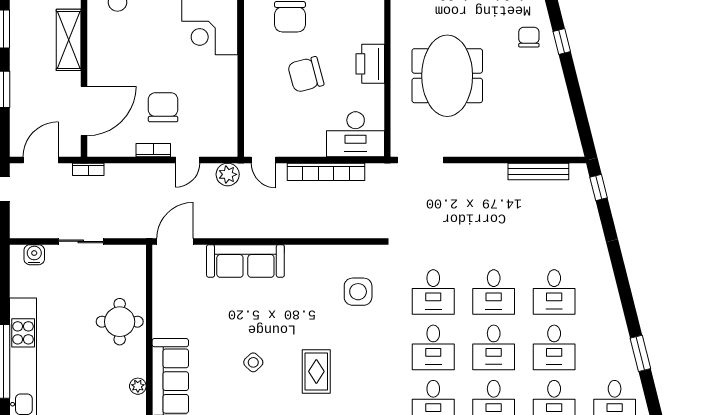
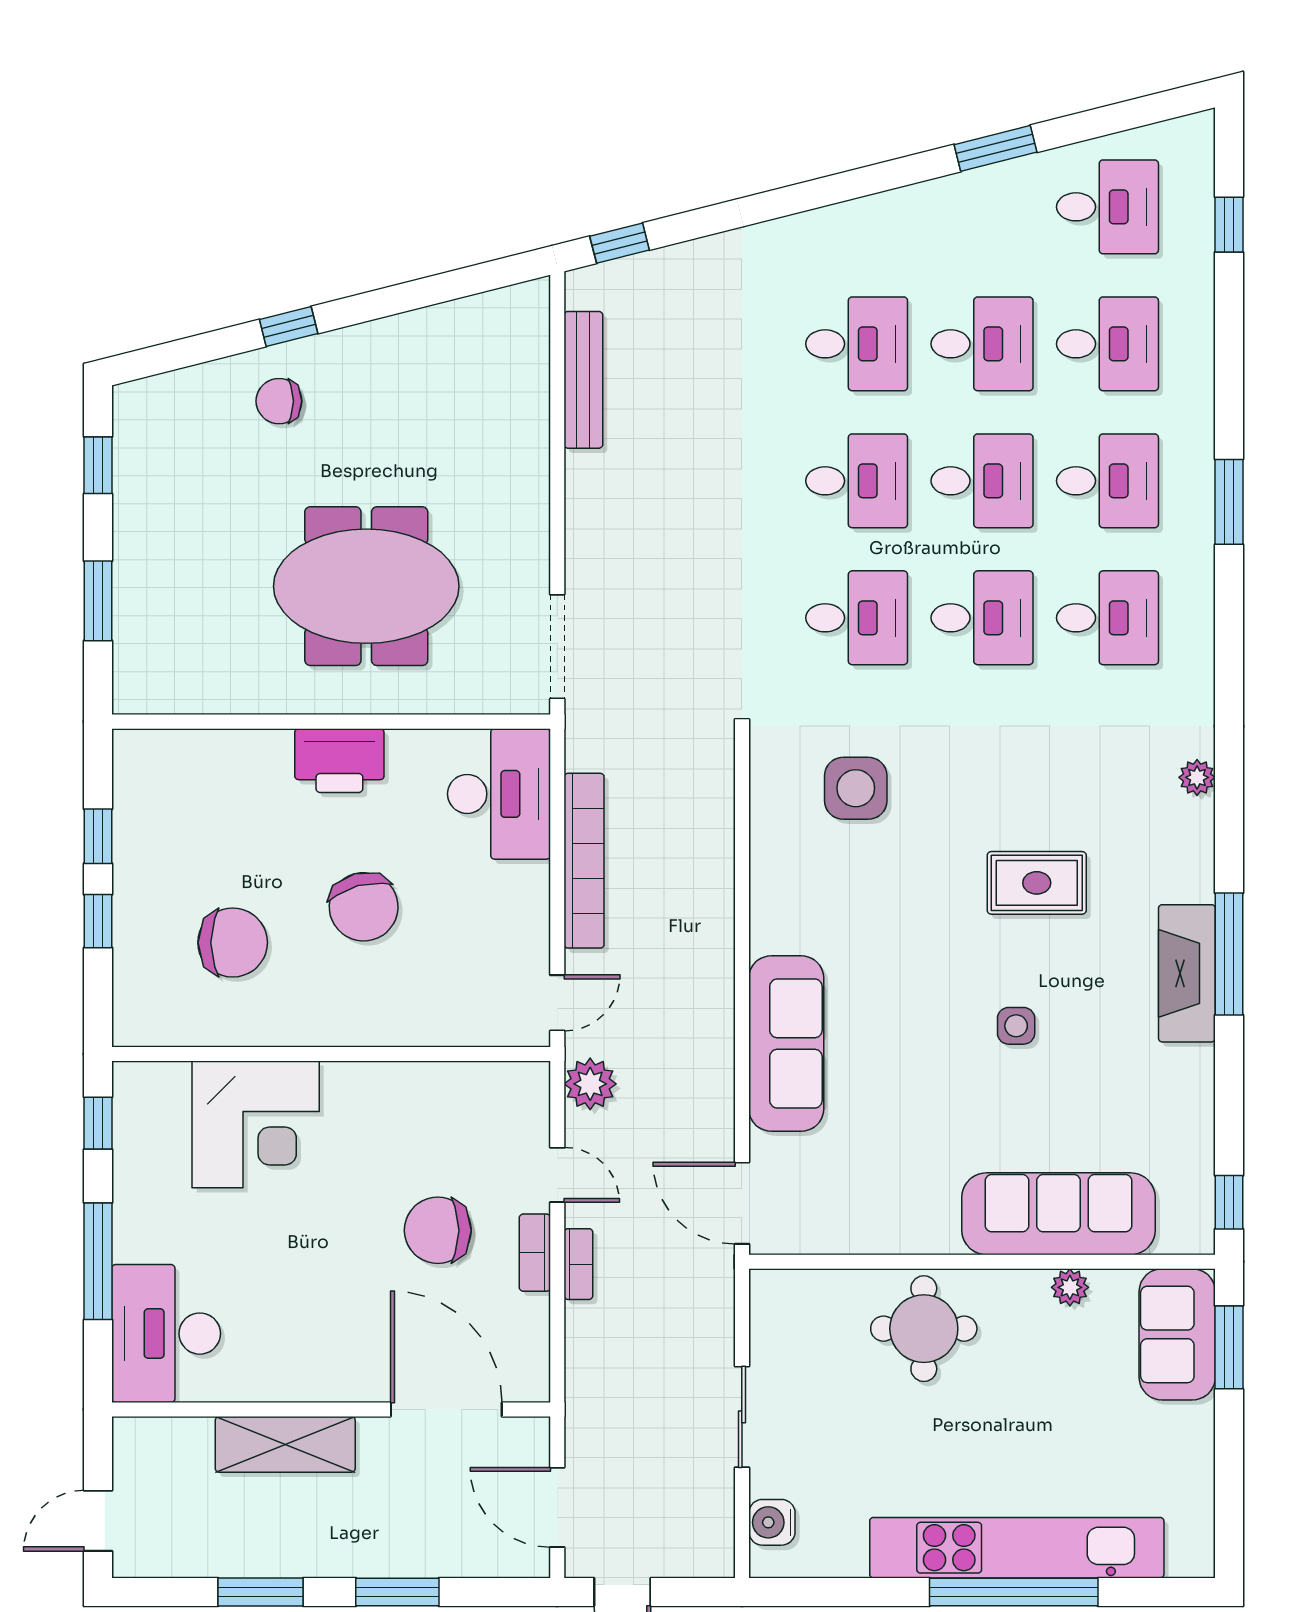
bookcase: (88, 169) -> (578, 1264), moved
side table: (253, 362) -> (1016, 1026), turned 45

